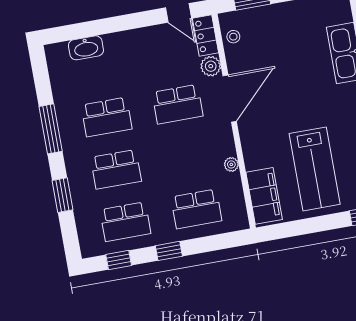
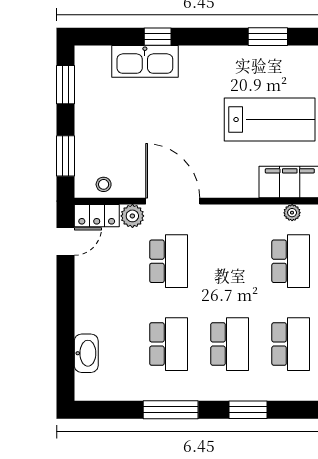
plant: (231, 164) -> (292, 213), moved

